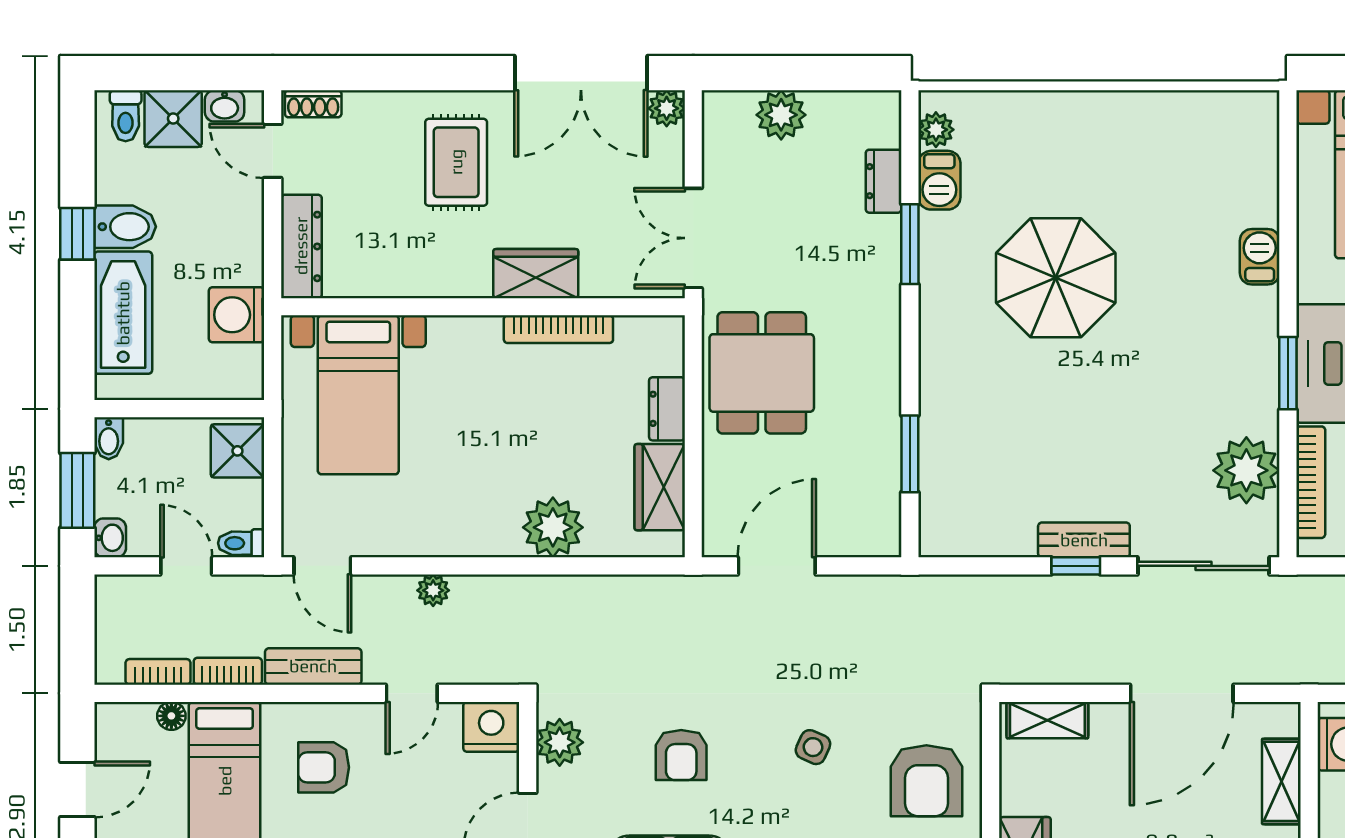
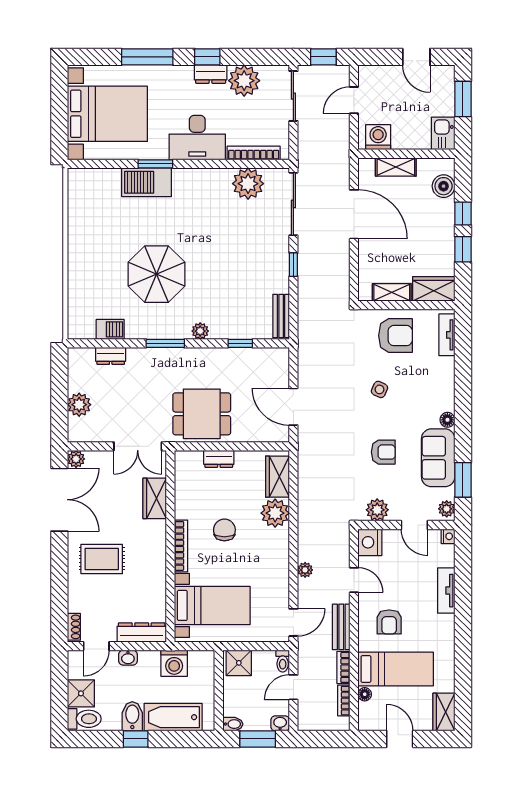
washbasin: (225, 106) -> (128, 658), moved, turned 90
toilet: (126, 116) -> (84, 719), width x1.37, depth x1.39
plant: (936, 130) -> (200, 331), moved
window: (910, 244) -> (165, 343), moved
barbecue: (1260, 257) -> (147, 182), width x1.88, depth x1.53
wardrobe: (536, 274) -> (155, 498), moved
bookcase: (558, 329) -> (181, 546), moved
window: (1288, 373) -> (155, 164), moved
chair: (517, 421) -> (224, 530), added
window: (910, 454) -> (240, 343), width x0.67
wardrobe: (660, 487) -> (277, 477), moved, turned 90
bench: (1084, 540) -> (281, 316), moved
shelving: (1047, 720) -> (392, 292), moved, turned 90

